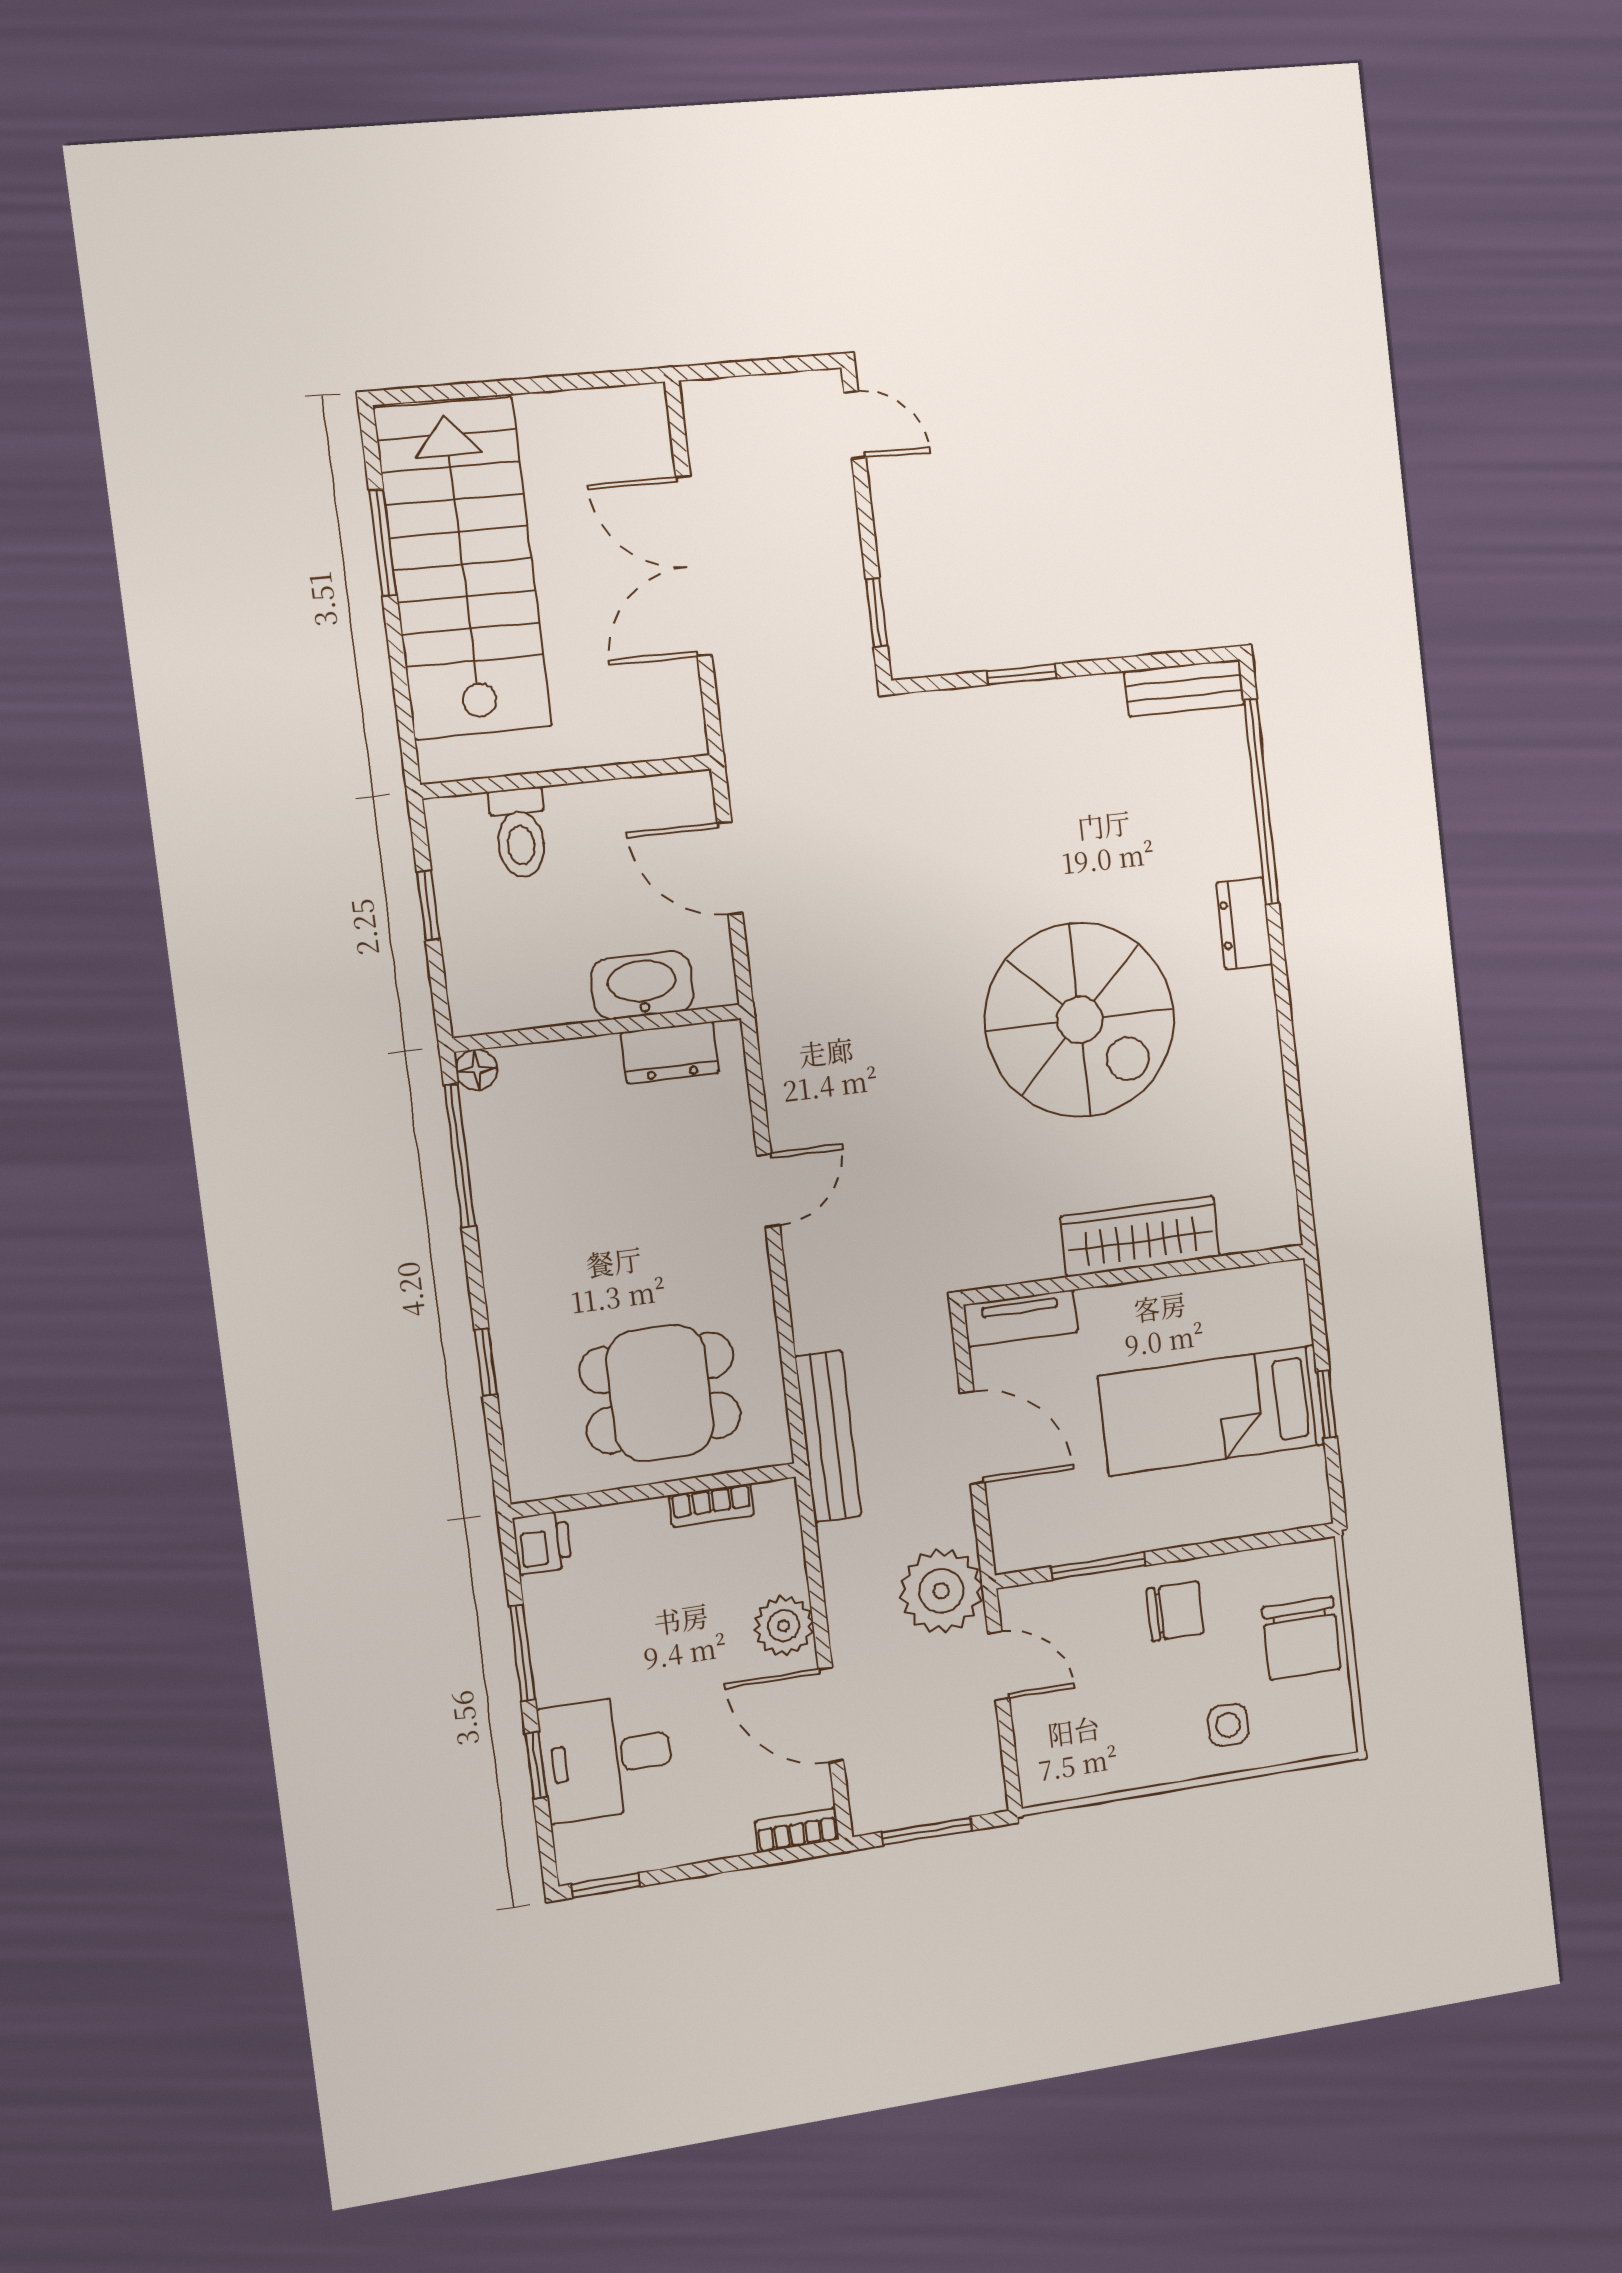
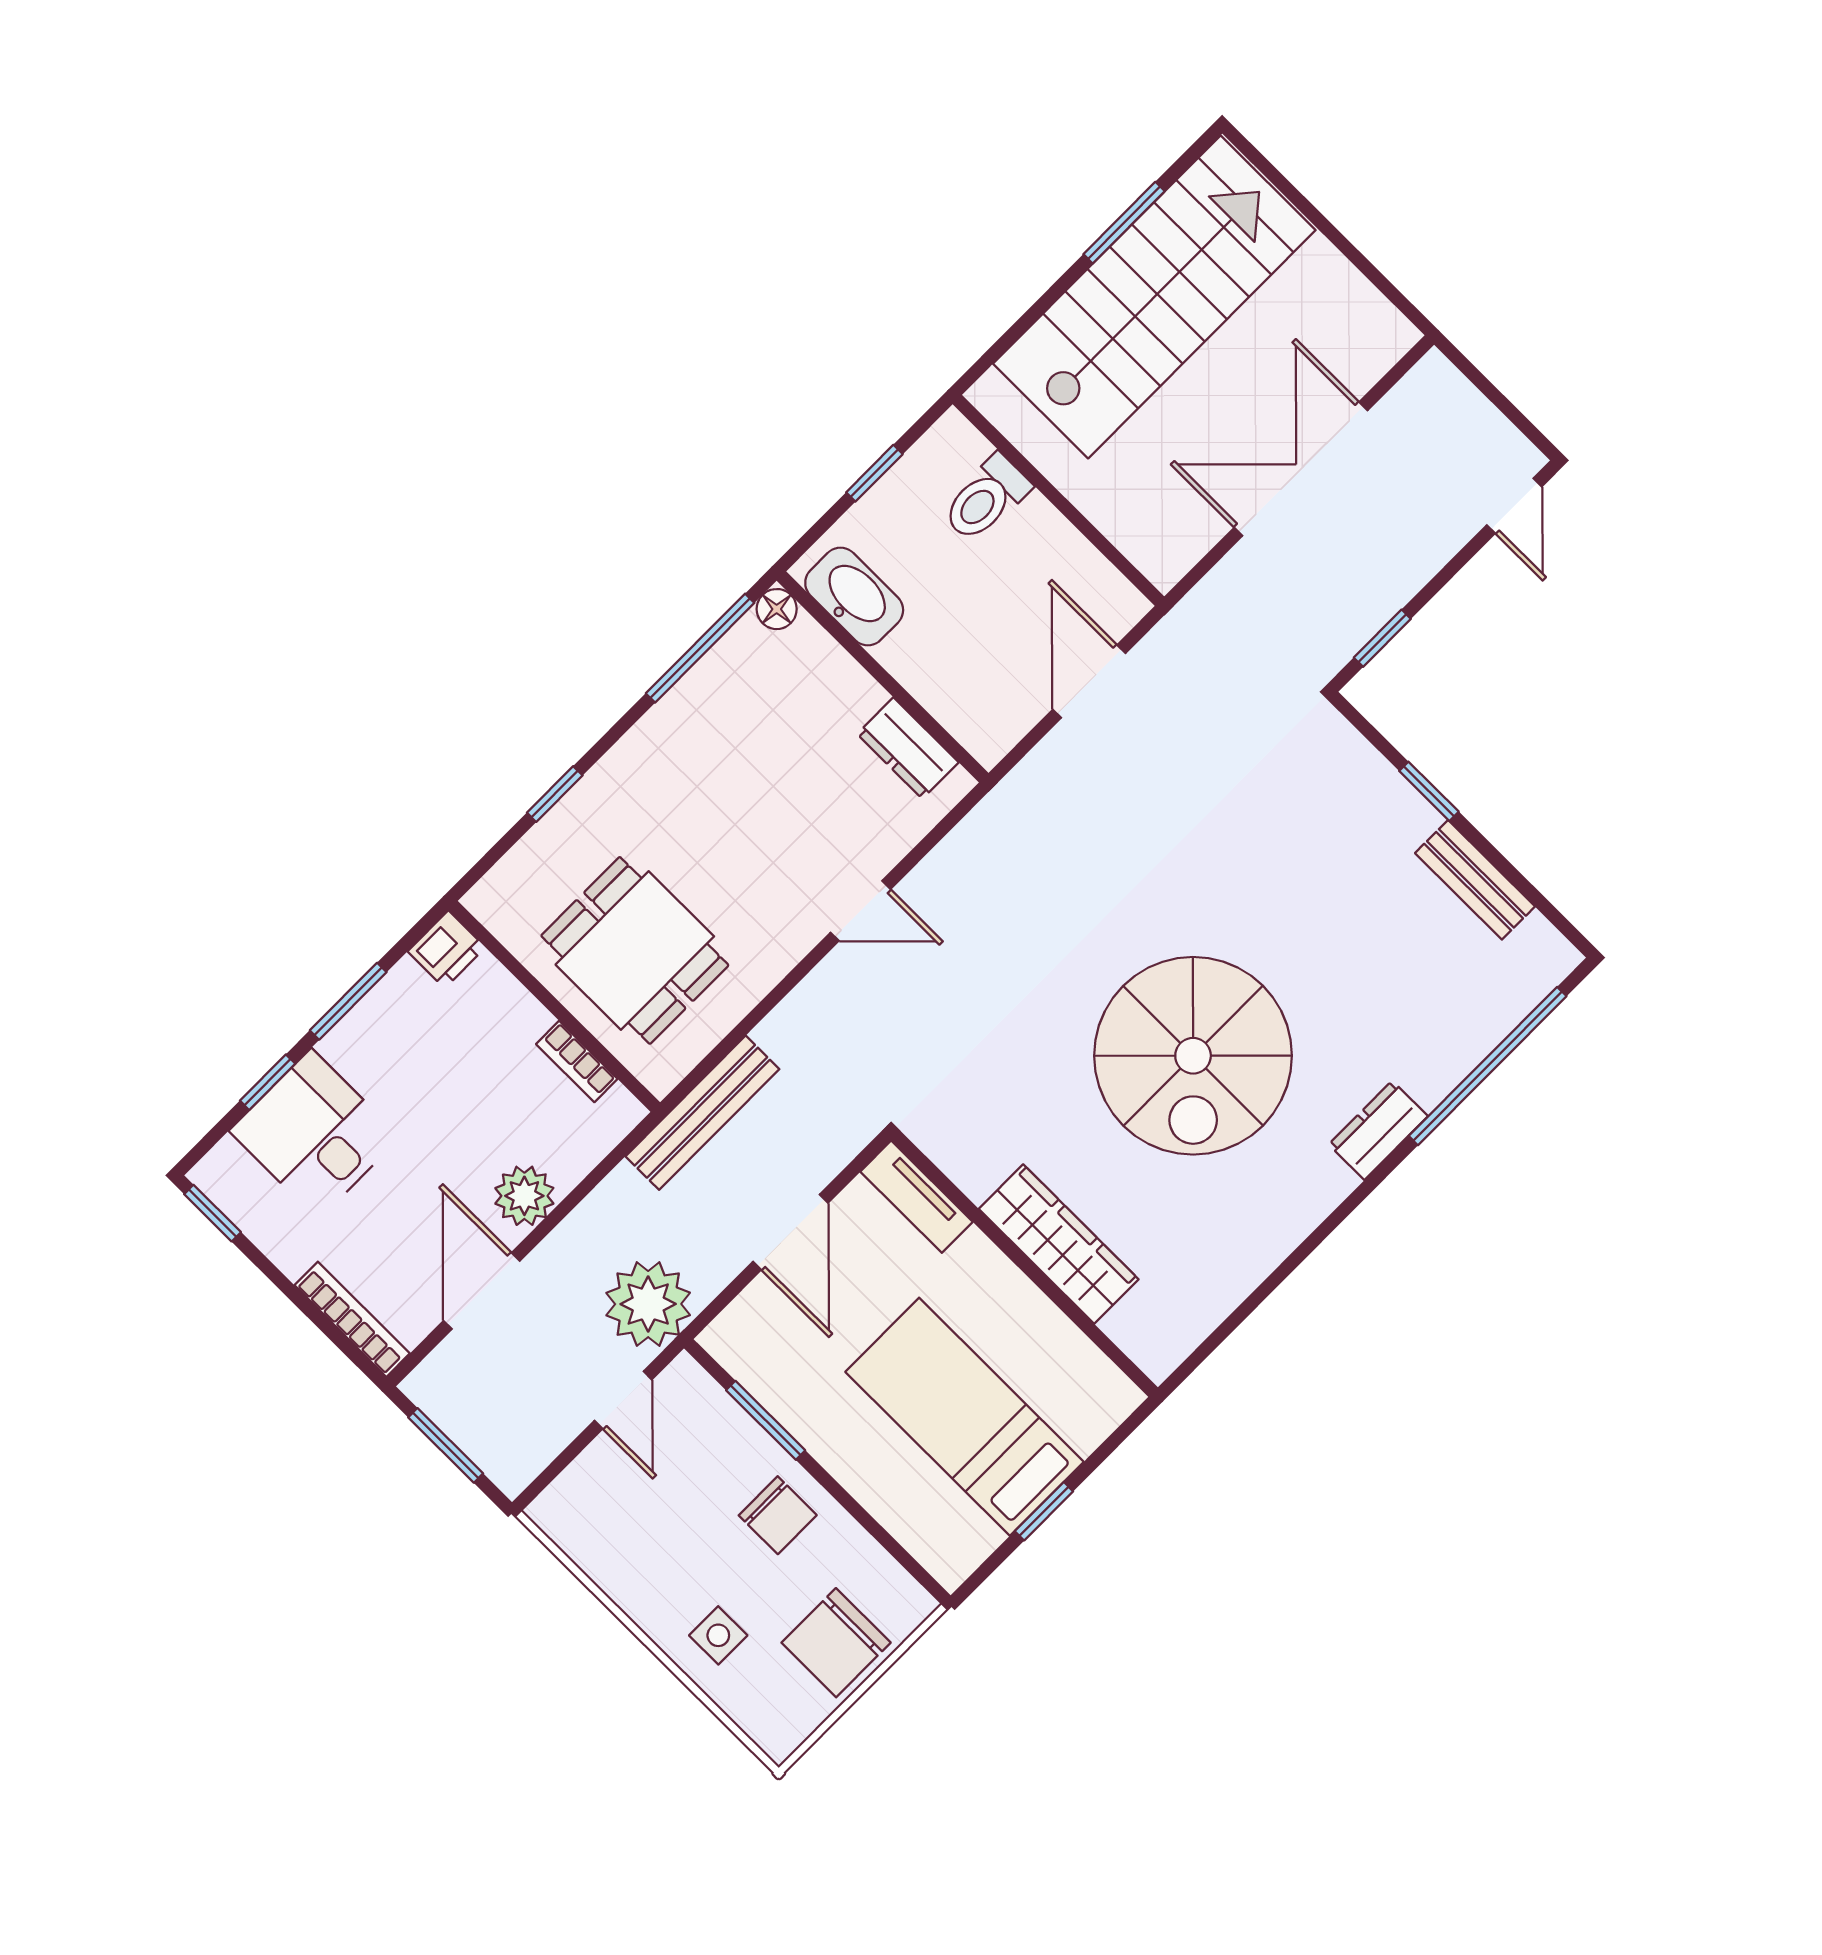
bench: (1184, 688) -> (1475, 880), moved
washbasin: (642, 985) -> (854, 596), moved
bookcase: (797, 1830) -> (352, 1319), width x1.56

